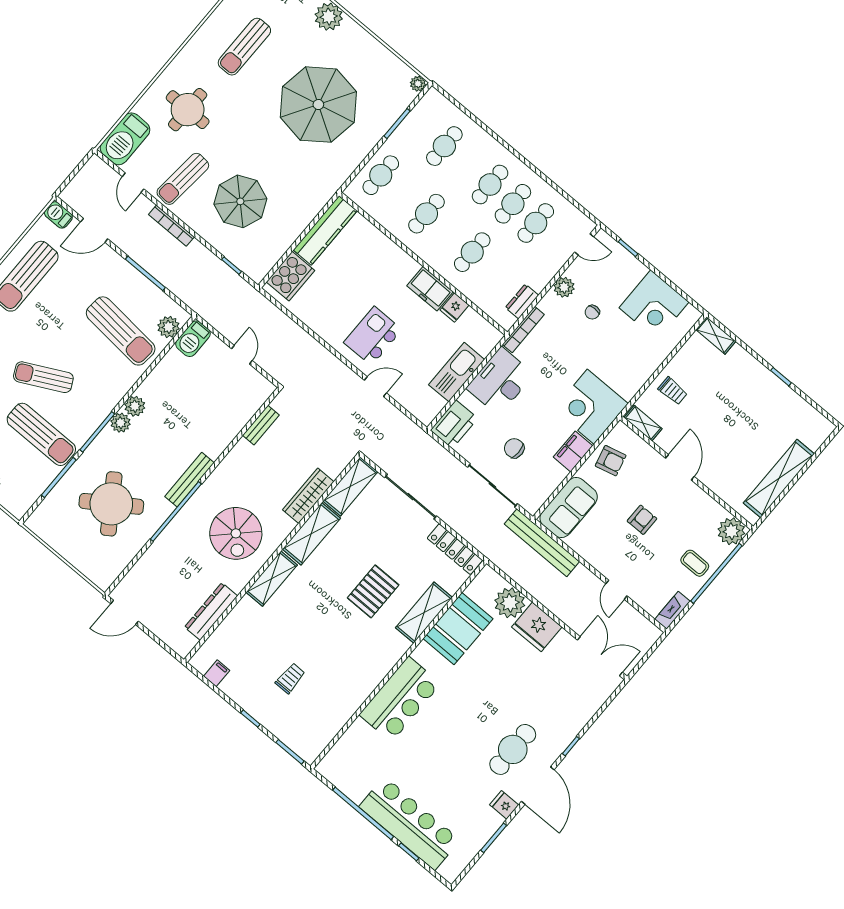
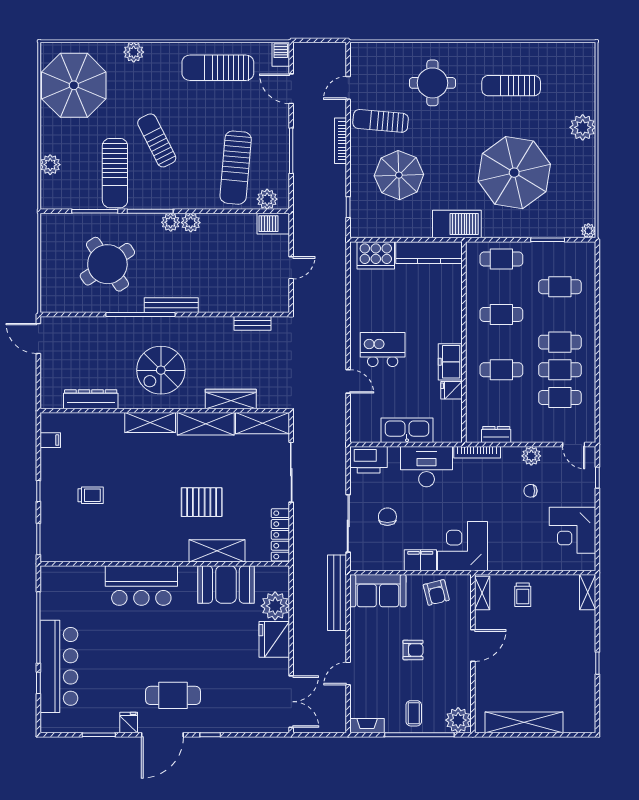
barbecue: (125, 139) -> (457, 224), moved, turned 180

